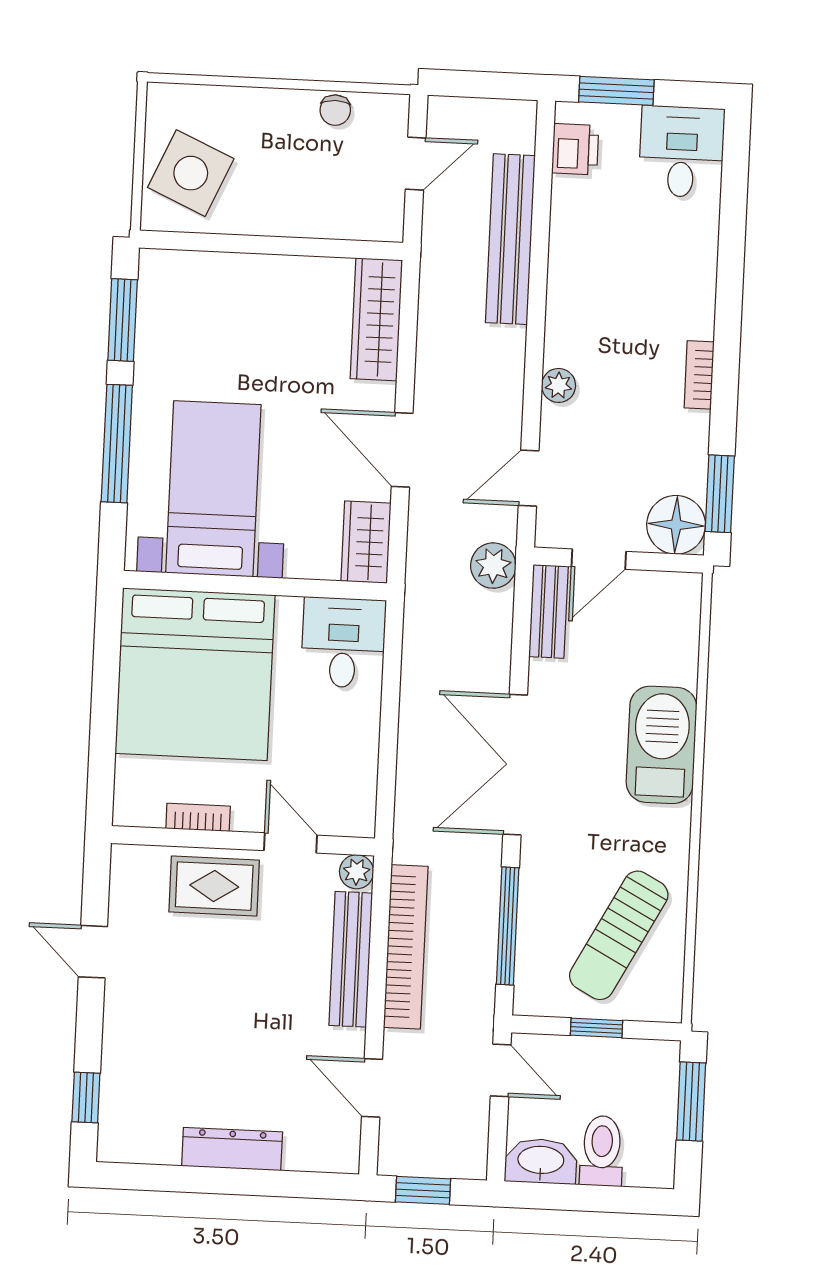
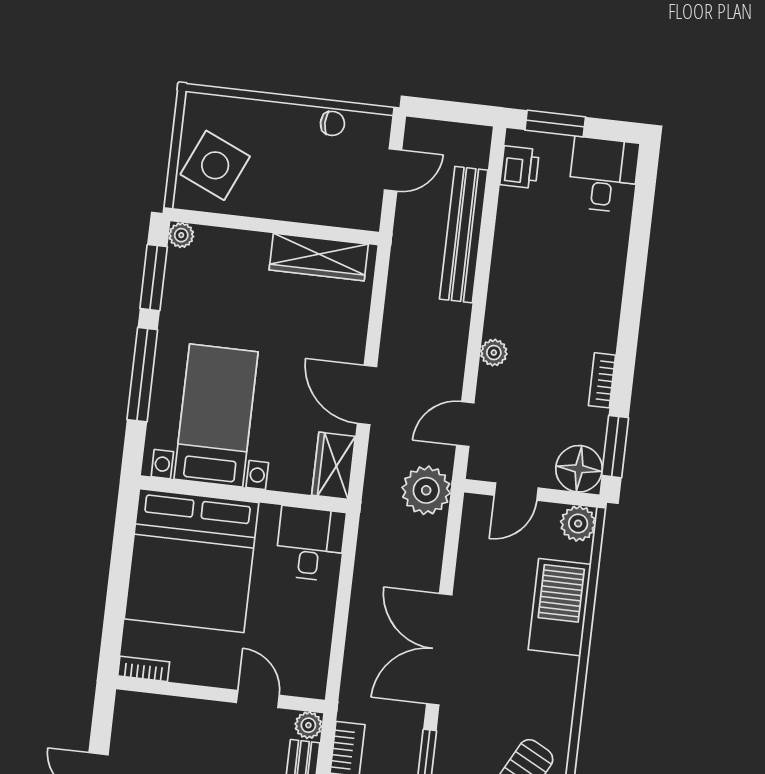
chair: (335, 110) -> (332, 123), turned -90
plant: (154, 264) -> (181, 235), added
wardrobe: (376, 319) -> (319, 257), moved, turned -90
bookcase: (699, 375) -> (602, 380), moved
plant: (493, 566) -> (426, 490), width x1.36, depth x1.36
plant: (680, 594) -> (578, 524), added
bench: (549, 611) -> (474, 530), removed
barbecue: (662, 745) -> (560, 607), moved
bookcase: (198, 817) -> (144, 669), moved
rug: (214, 886) -> (195, 729), removed

